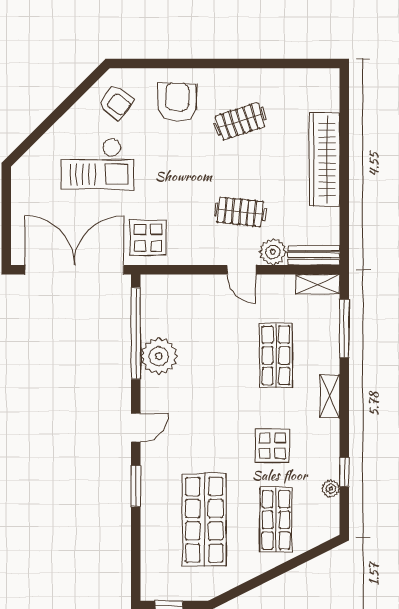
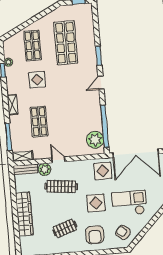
display table: (169, 170) -> (96, 203), added
clothes rail: (240, 212) -> (61, 187), width x1.36
plant: (159, 356) -> (95, 140), moved

